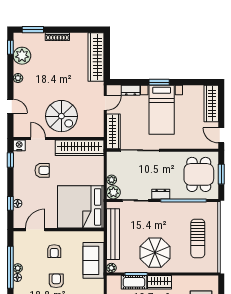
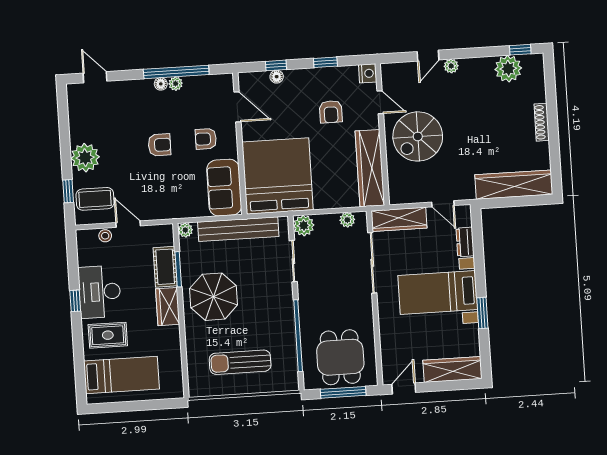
window: (33, 30) -> (550, 83), removed
plant: (18, 78) -> (451, 66), moved
window: (159, 82) -> (482, 313), moved
door: (38, 139) -> (380, 102), hinge flipped
window: (10, 160) -> (325, 62), moved
dining table: (199, 174) -> (340, 357), turned 90
window: (221, 174) -> (343, 392), width x1.44
plant: (112, 180) -> (347, 220), moved
dresser: (161, 194) -> (306, 300), removed
sofa: (94, 260) -> (224, 188), moved, turned -90

